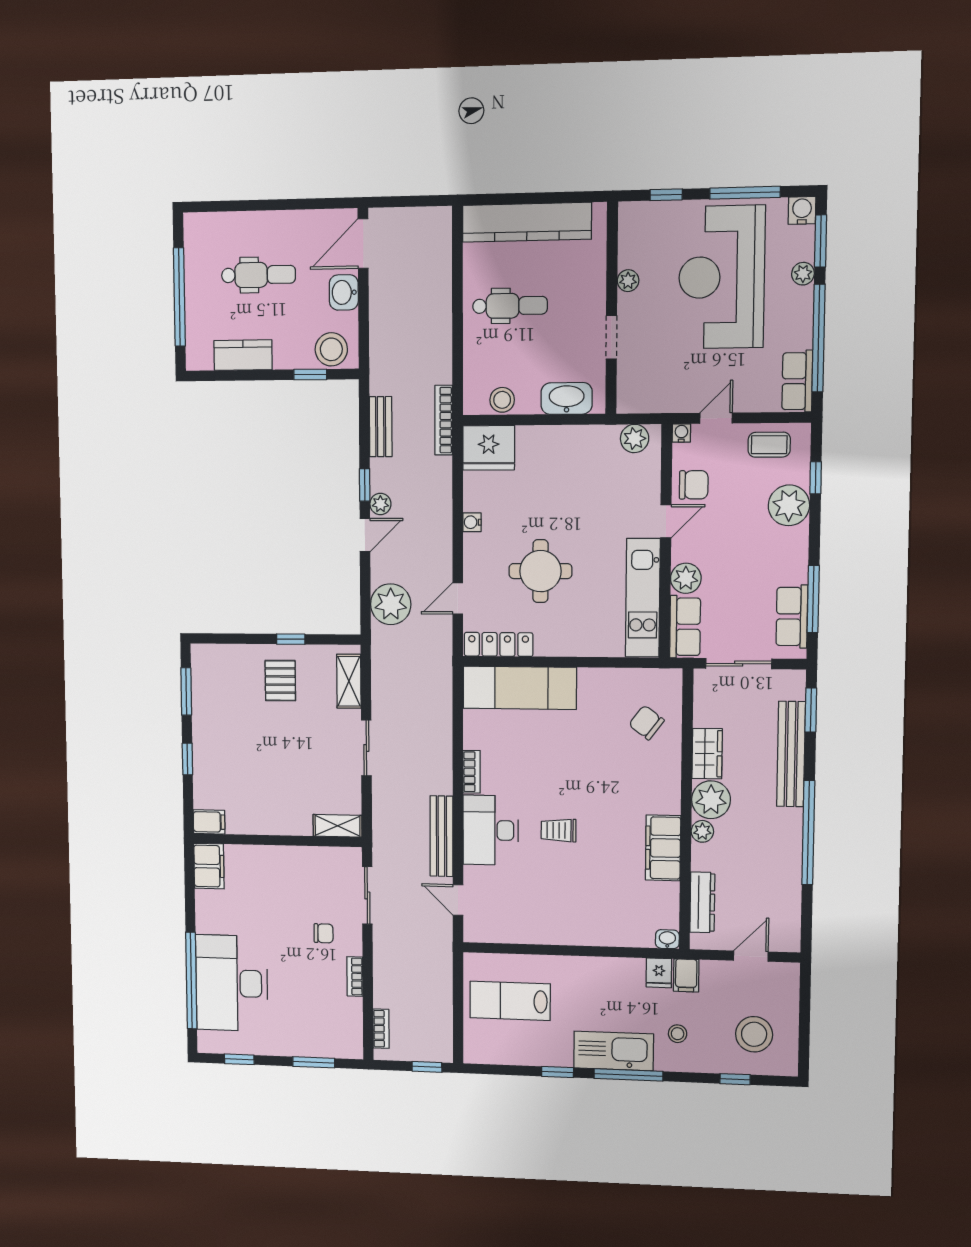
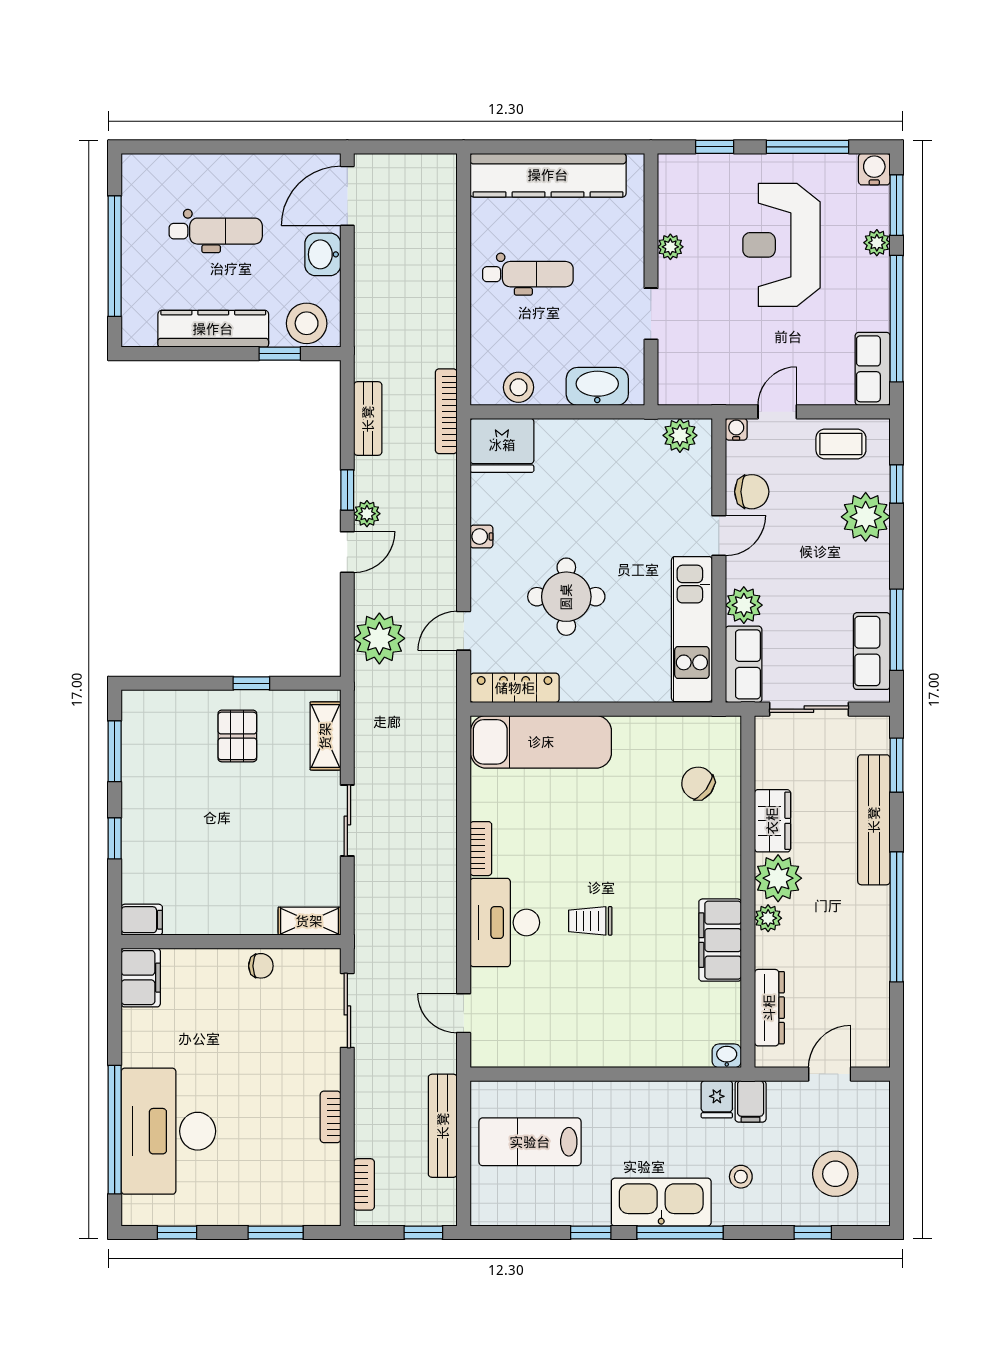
reception desk: (722, 277) -> (781, 245), width x0.74, depth x0.77
kitchen counter: (243, 355) -> (213, 329), width x1.50
bench: (441, 836) -> (443, 1126), moved
chair: (324, 933) -> (261, 966), moved

